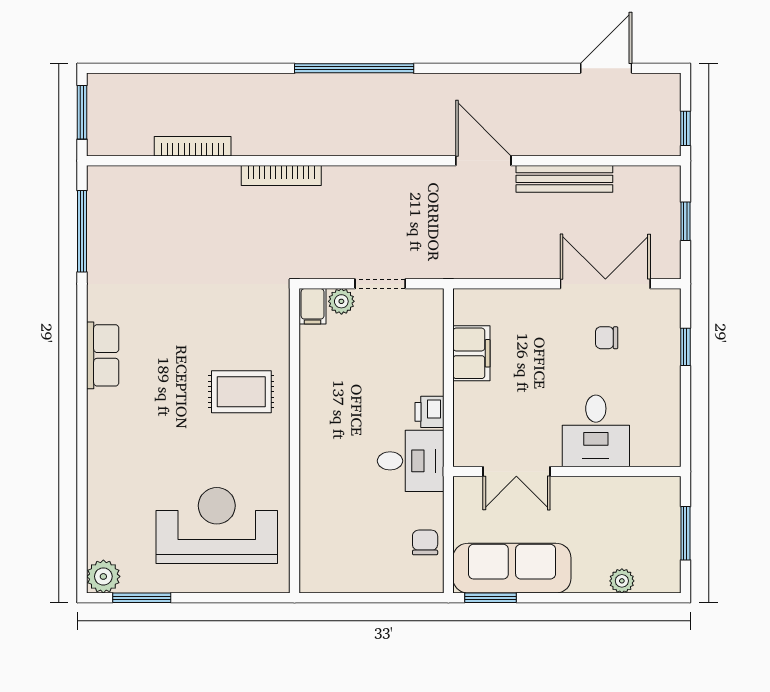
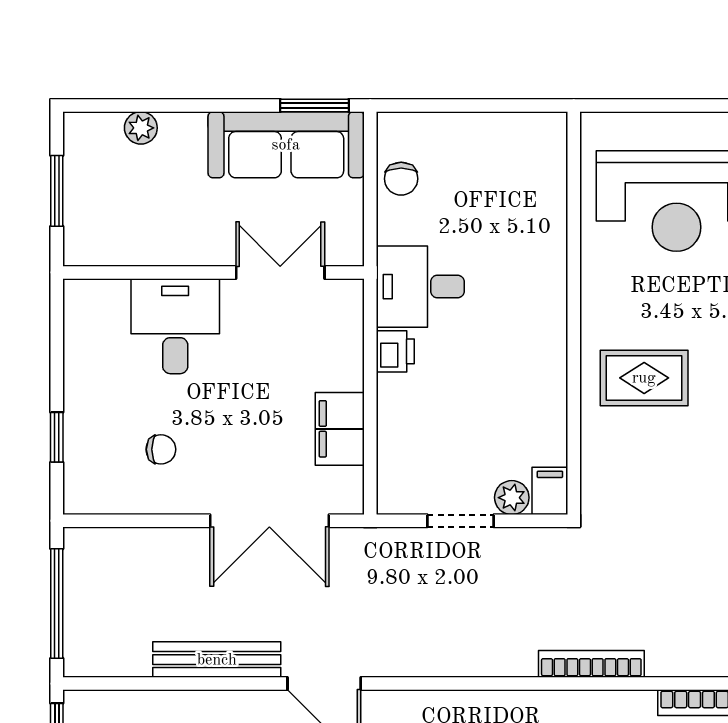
window: (685, 221) -> (57, 603), width x2.17
double door: (605, 284) -> (269, 521), moved

